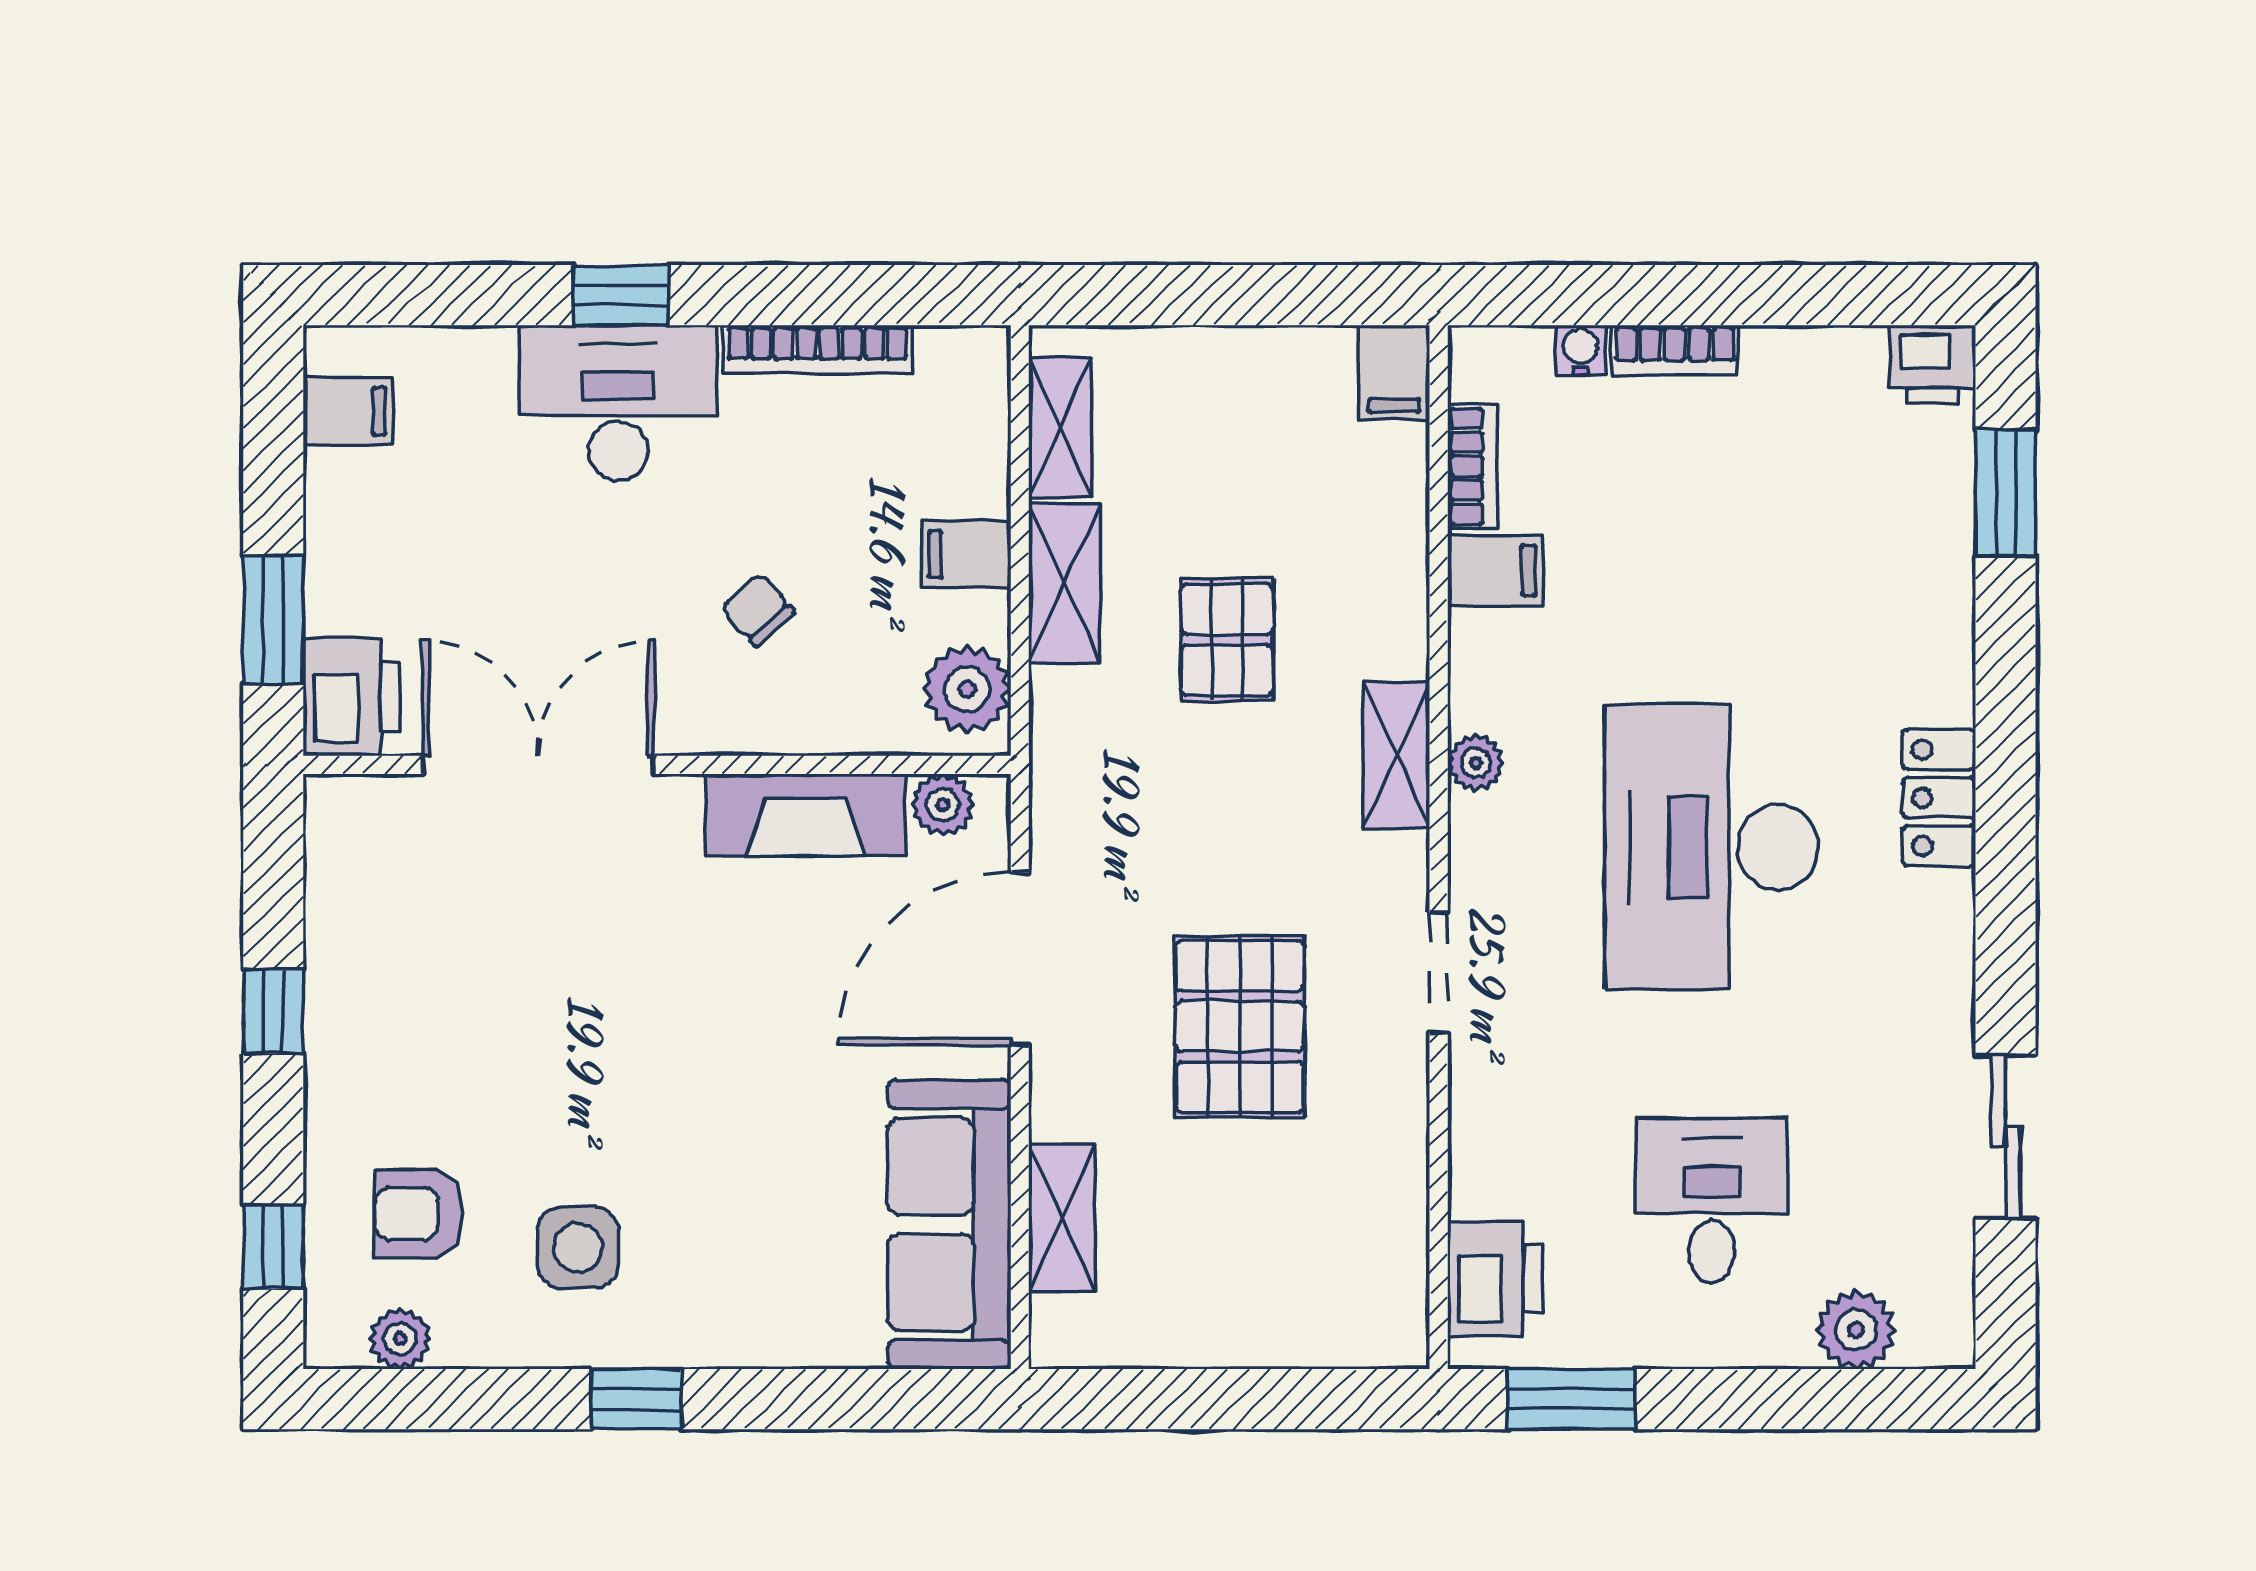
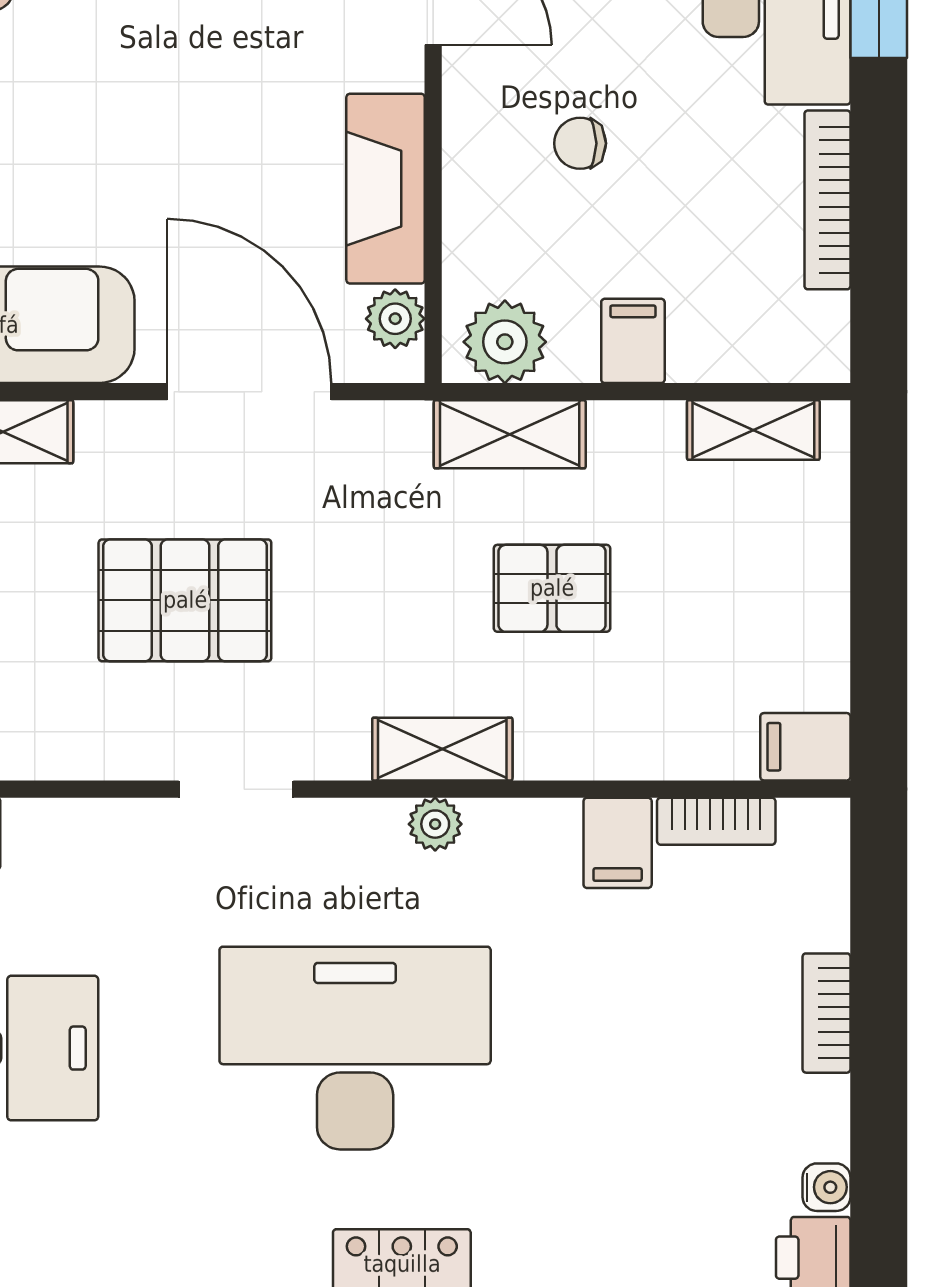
water cooler: (1581, 350) -> (826, 1187), moved
shelving: (1065, 583) -> (510, 434), moved
chair: (758, 610) -> (580, 143), turned -138

